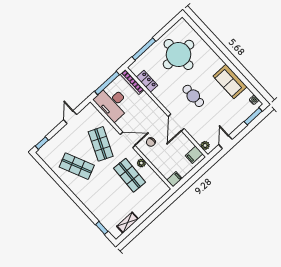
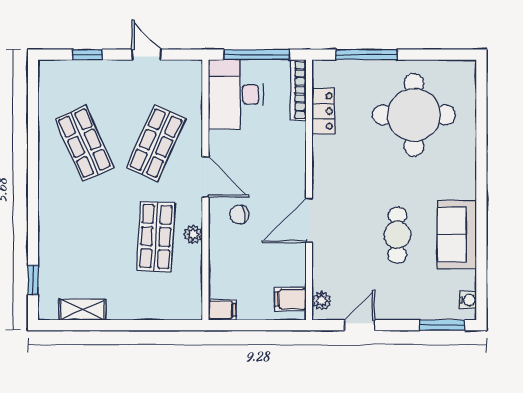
cafe table: (193, 96) -> (397, 235), moved
door: (70, 117) -> (146, 55), hinge flipped
window: (42, 143) -> (87, 55), moved

